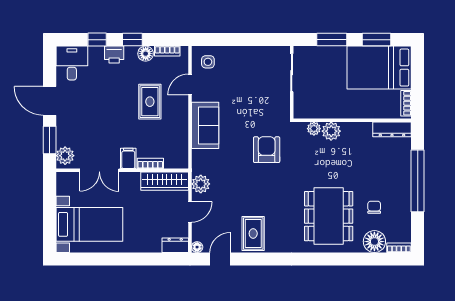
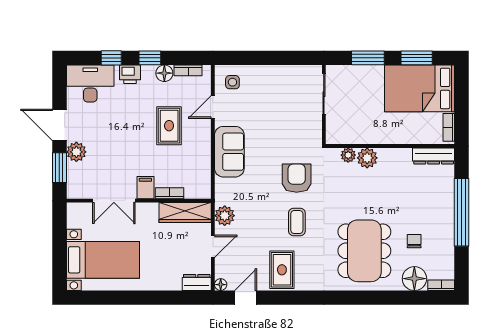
desk: (72, 63) -> (90, 84), width x1.37
plant: (65, 156) -> (76, 152), moved
coffee table: (267, 190) -> (297, 222), added

